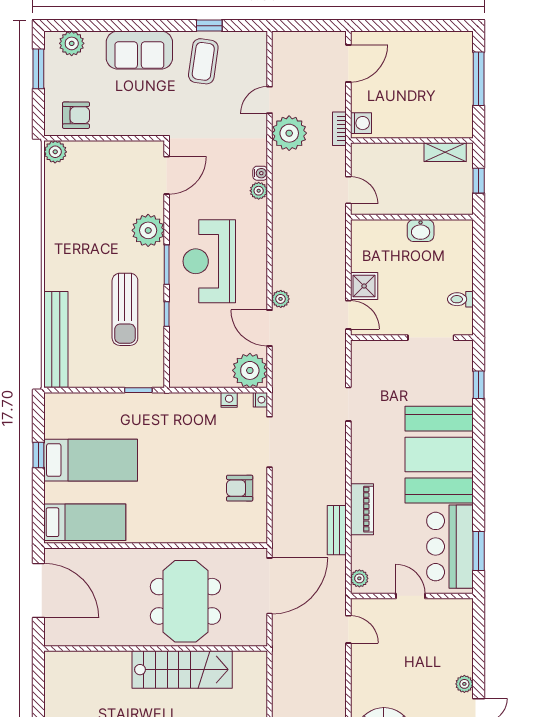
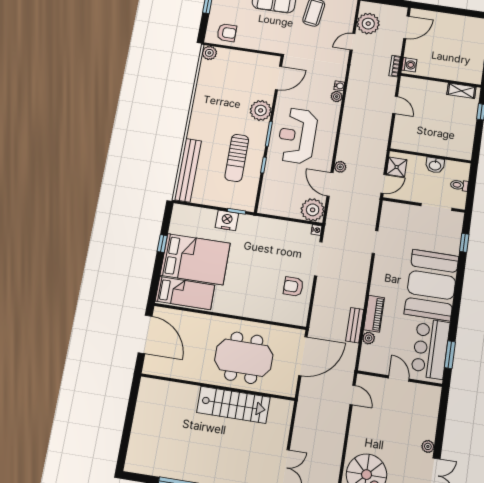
plant: (289, 133) -> (368, 24), moved
wall: (412, 217) -> (430, 156), moved
washbasin: (421, 231) -> (435, 165), moved
door: (348, 315) -> (384, 184), hinge flipped
nightstand: (229, 400) -> (227, 220), moved, width x1.89, depth x1.79
bed: (91, 460) -> (195, 259), width x1.50
plant: (359, 578) -> (369, 338), moved
meeting table: (185, 601) -> (244, 358), turned 90

